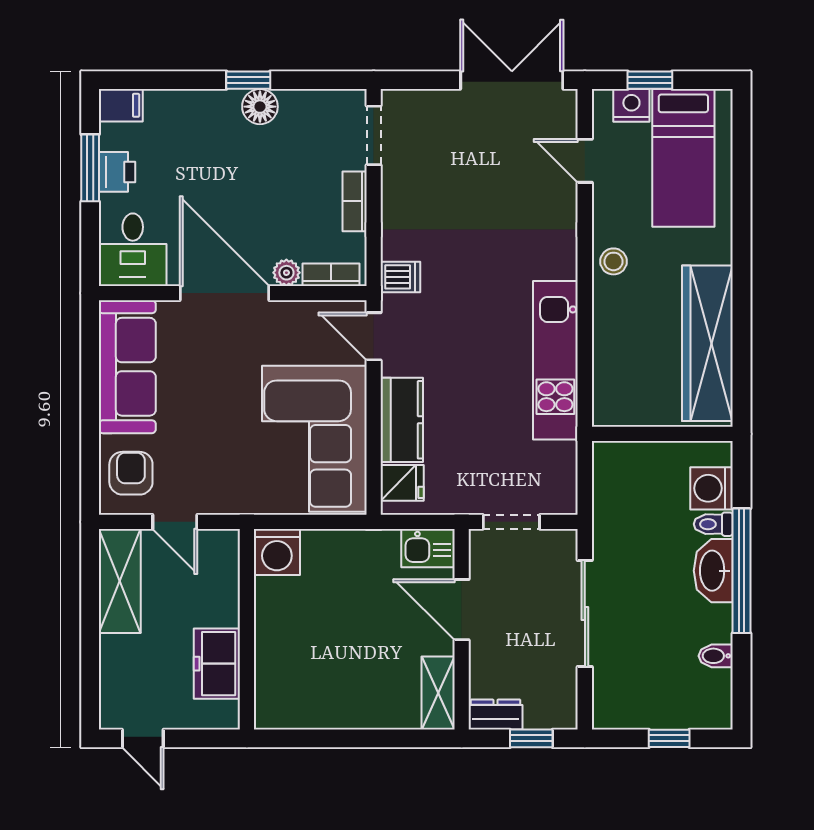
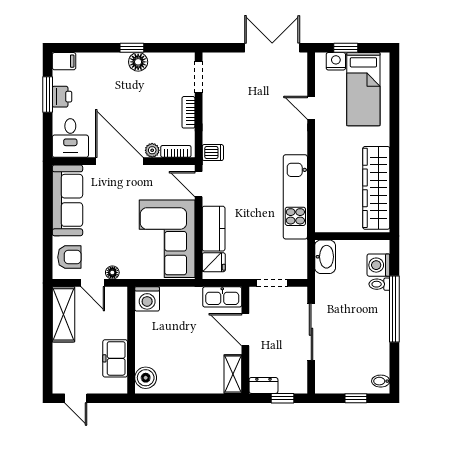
door: (585, 161) -> (311, 108), moved
stool: (613, 261) -> (326, 144), removed
armchair: (131, 473) -> (69, 257), turned 90
floor lamp: (212, 502) -> (112, 273), added
kitchen sink: (428, 548) -> (222, 297), width x1.38
washbasin: (713, 571) -> (325, 257), moved, turned 180
bidet: (716, 656) -> (381, 381), moved
boiler: (274, 700) -> (146, 378), added

